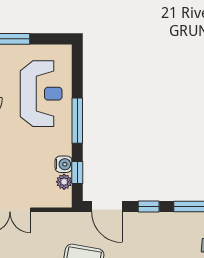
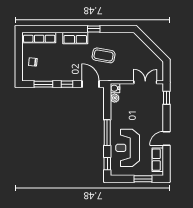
water cooler: (64, 164) -> (115, 88), moved
window: (77, 173) -> (107, 164), moved

